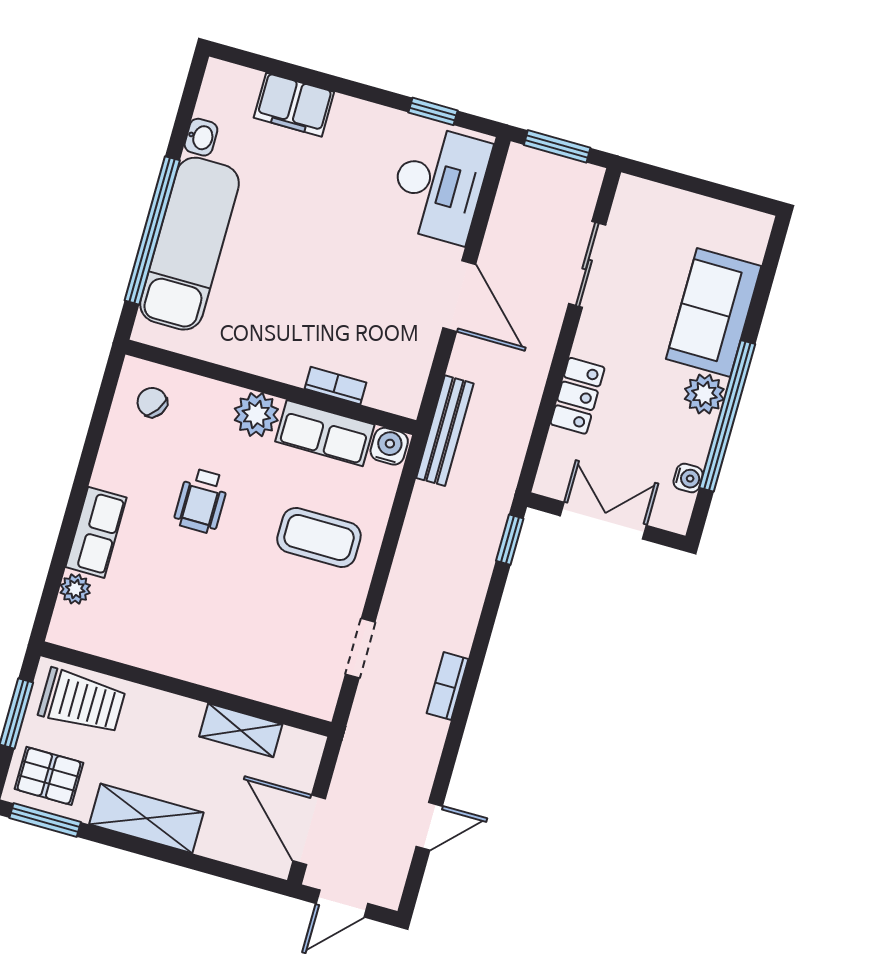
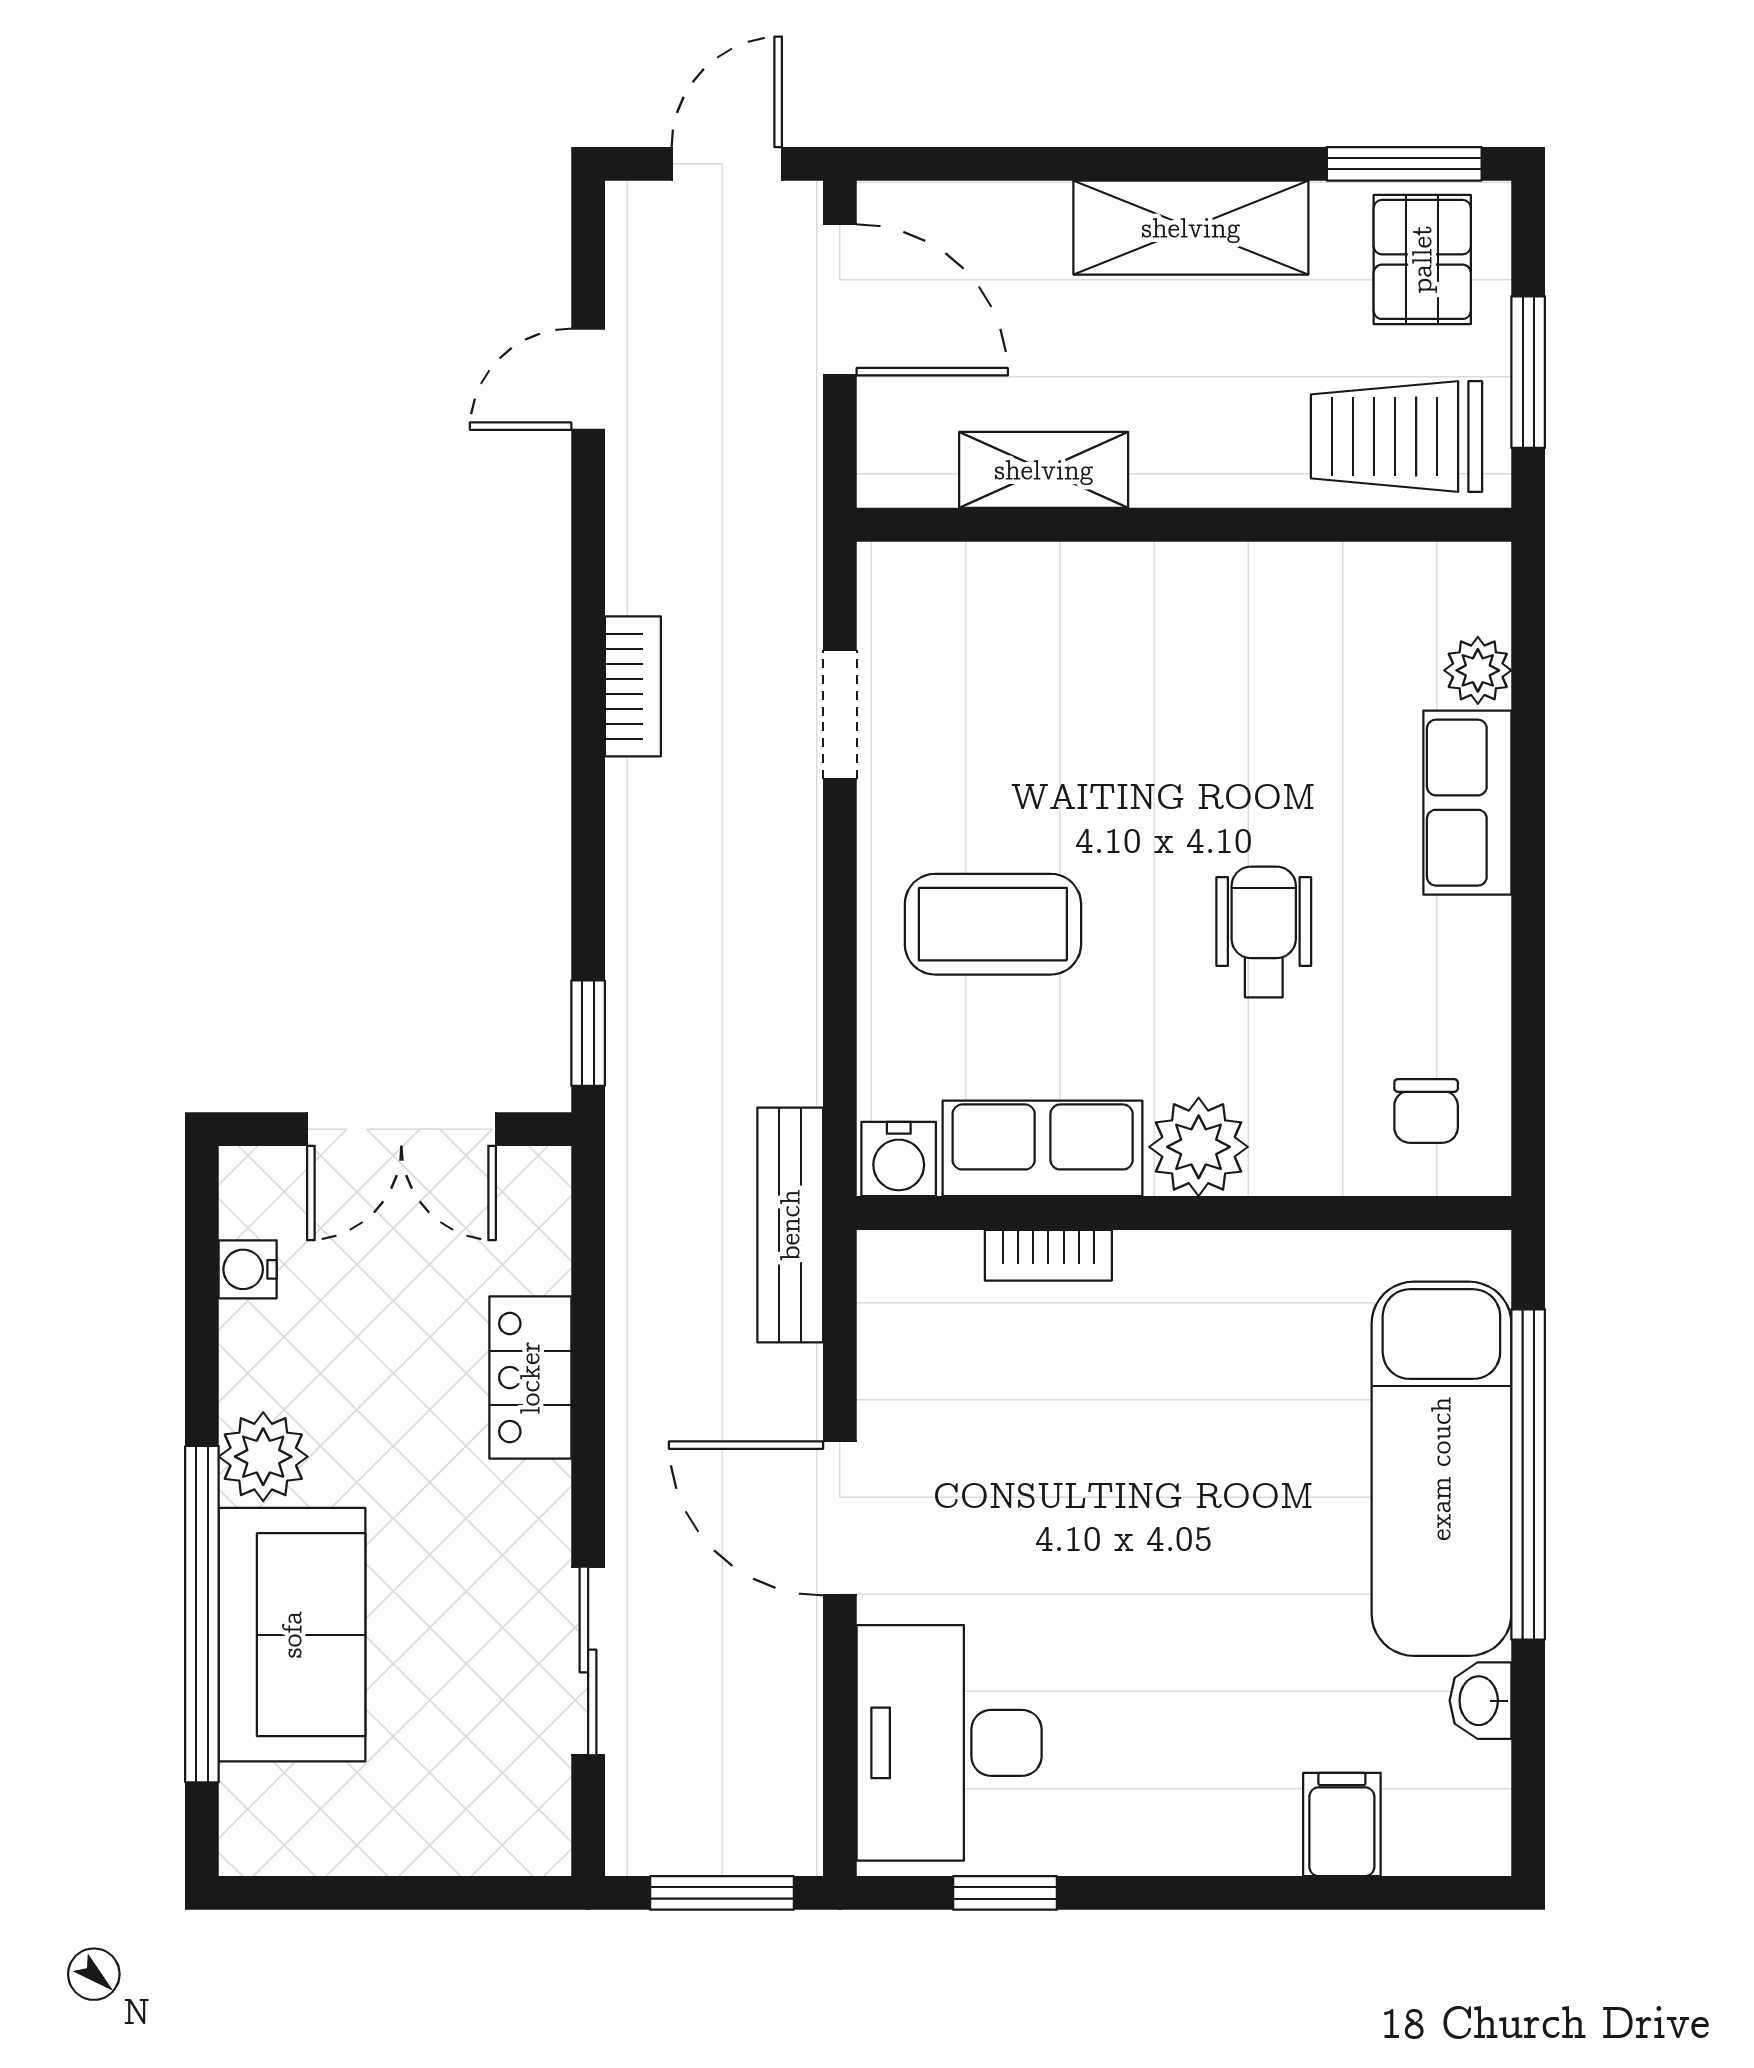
filing cabinet: (294, 105) -> (1342, 1824), width x0.50
chair: (152, 402) -> (1426, 1111), turned 55
window: (727, 416) -> (202, 1614), moved
pallet: (49, 776) -> (1422, 259), turned 90

